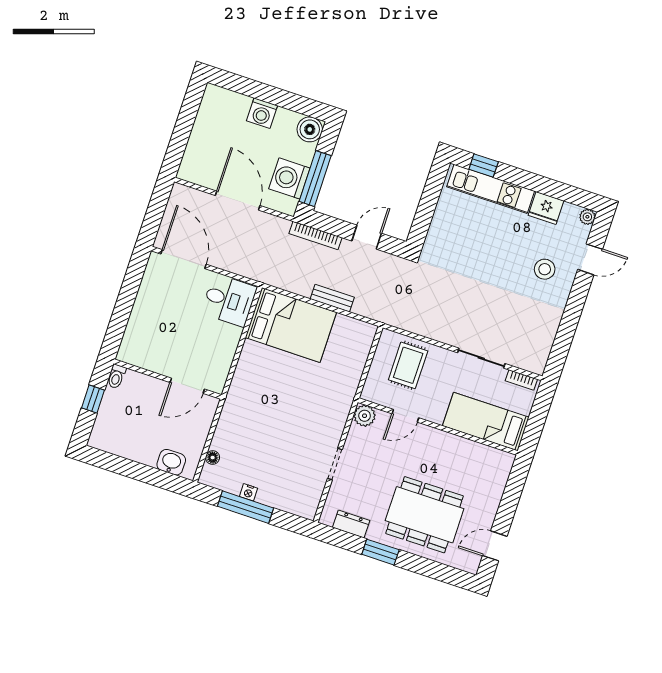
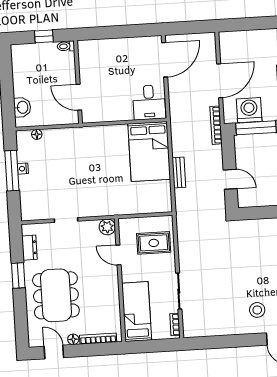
bookcase: (315, 236) -> (216, 125), moved
bookcase: (500, 484) -> (98, 339), added
floor lamp: (489, 515) -> (73, 339), added

